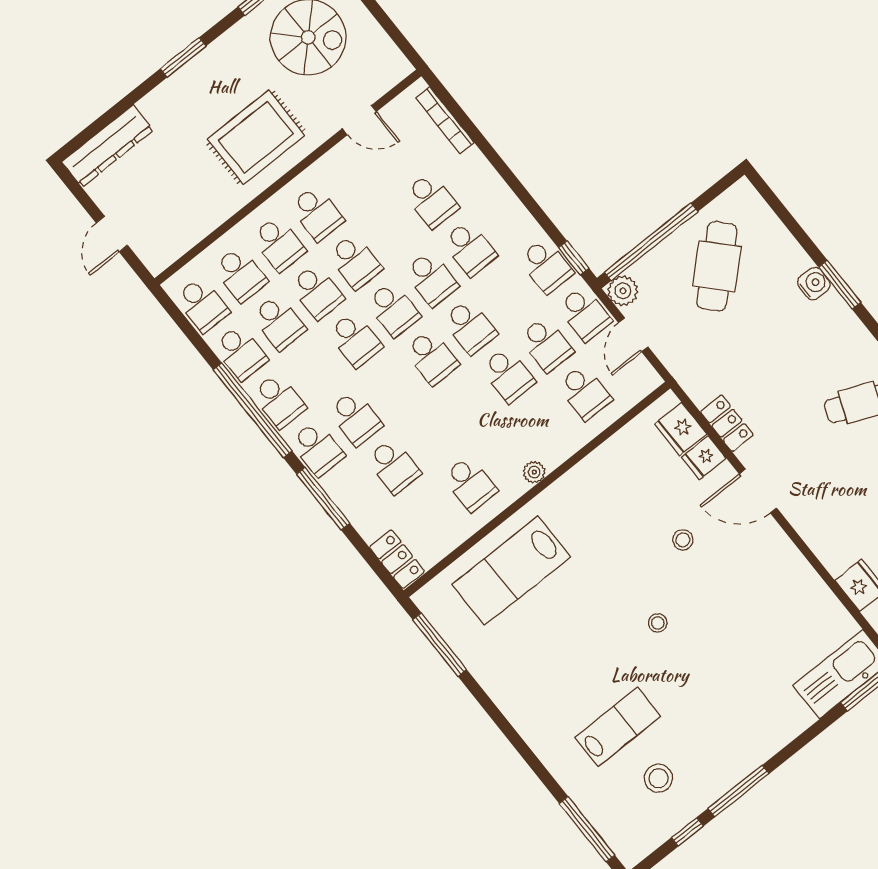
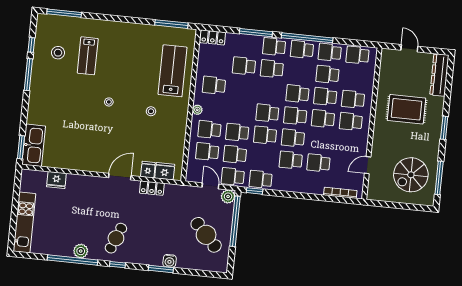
rug: (256, 137) -> (406, 109), moved, turned 90
school desk: (240, 274) -> (209, 129), moved
stool: (683, 540) -> (151, 111), moved

